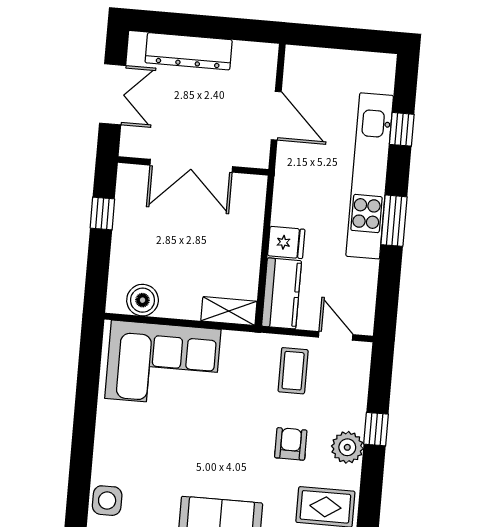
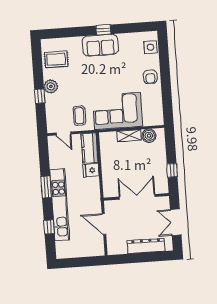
shelving: (229, 311) -> (129, 136), moved
corner sofa: (163, 364) -> (118, 111), moved
armchair: (291, 444) -> (150, 77), moved

